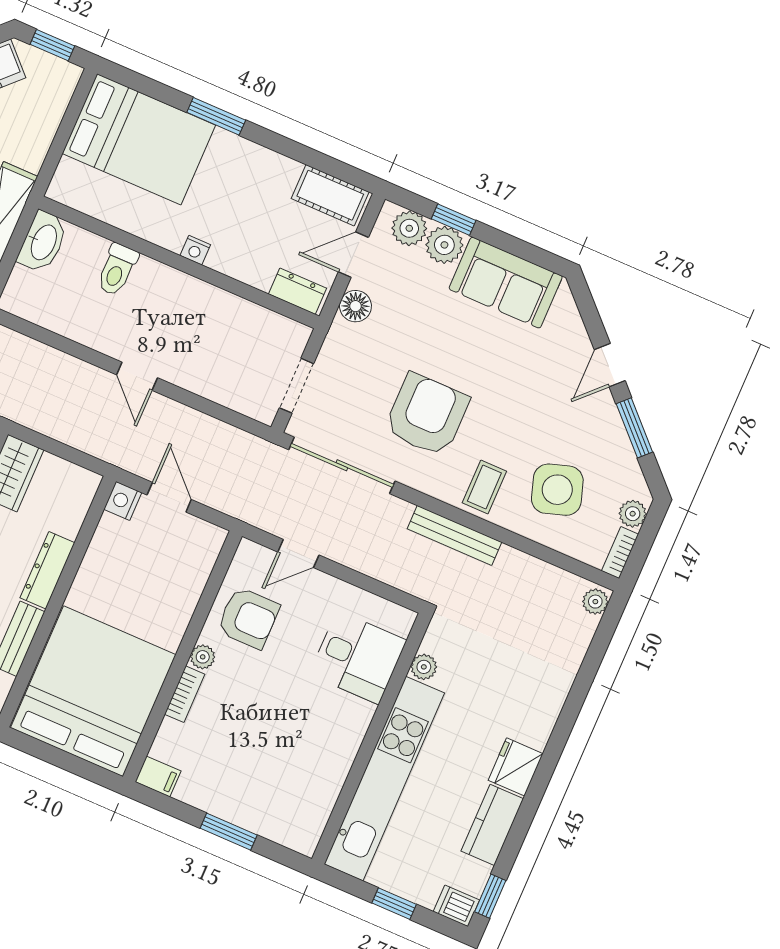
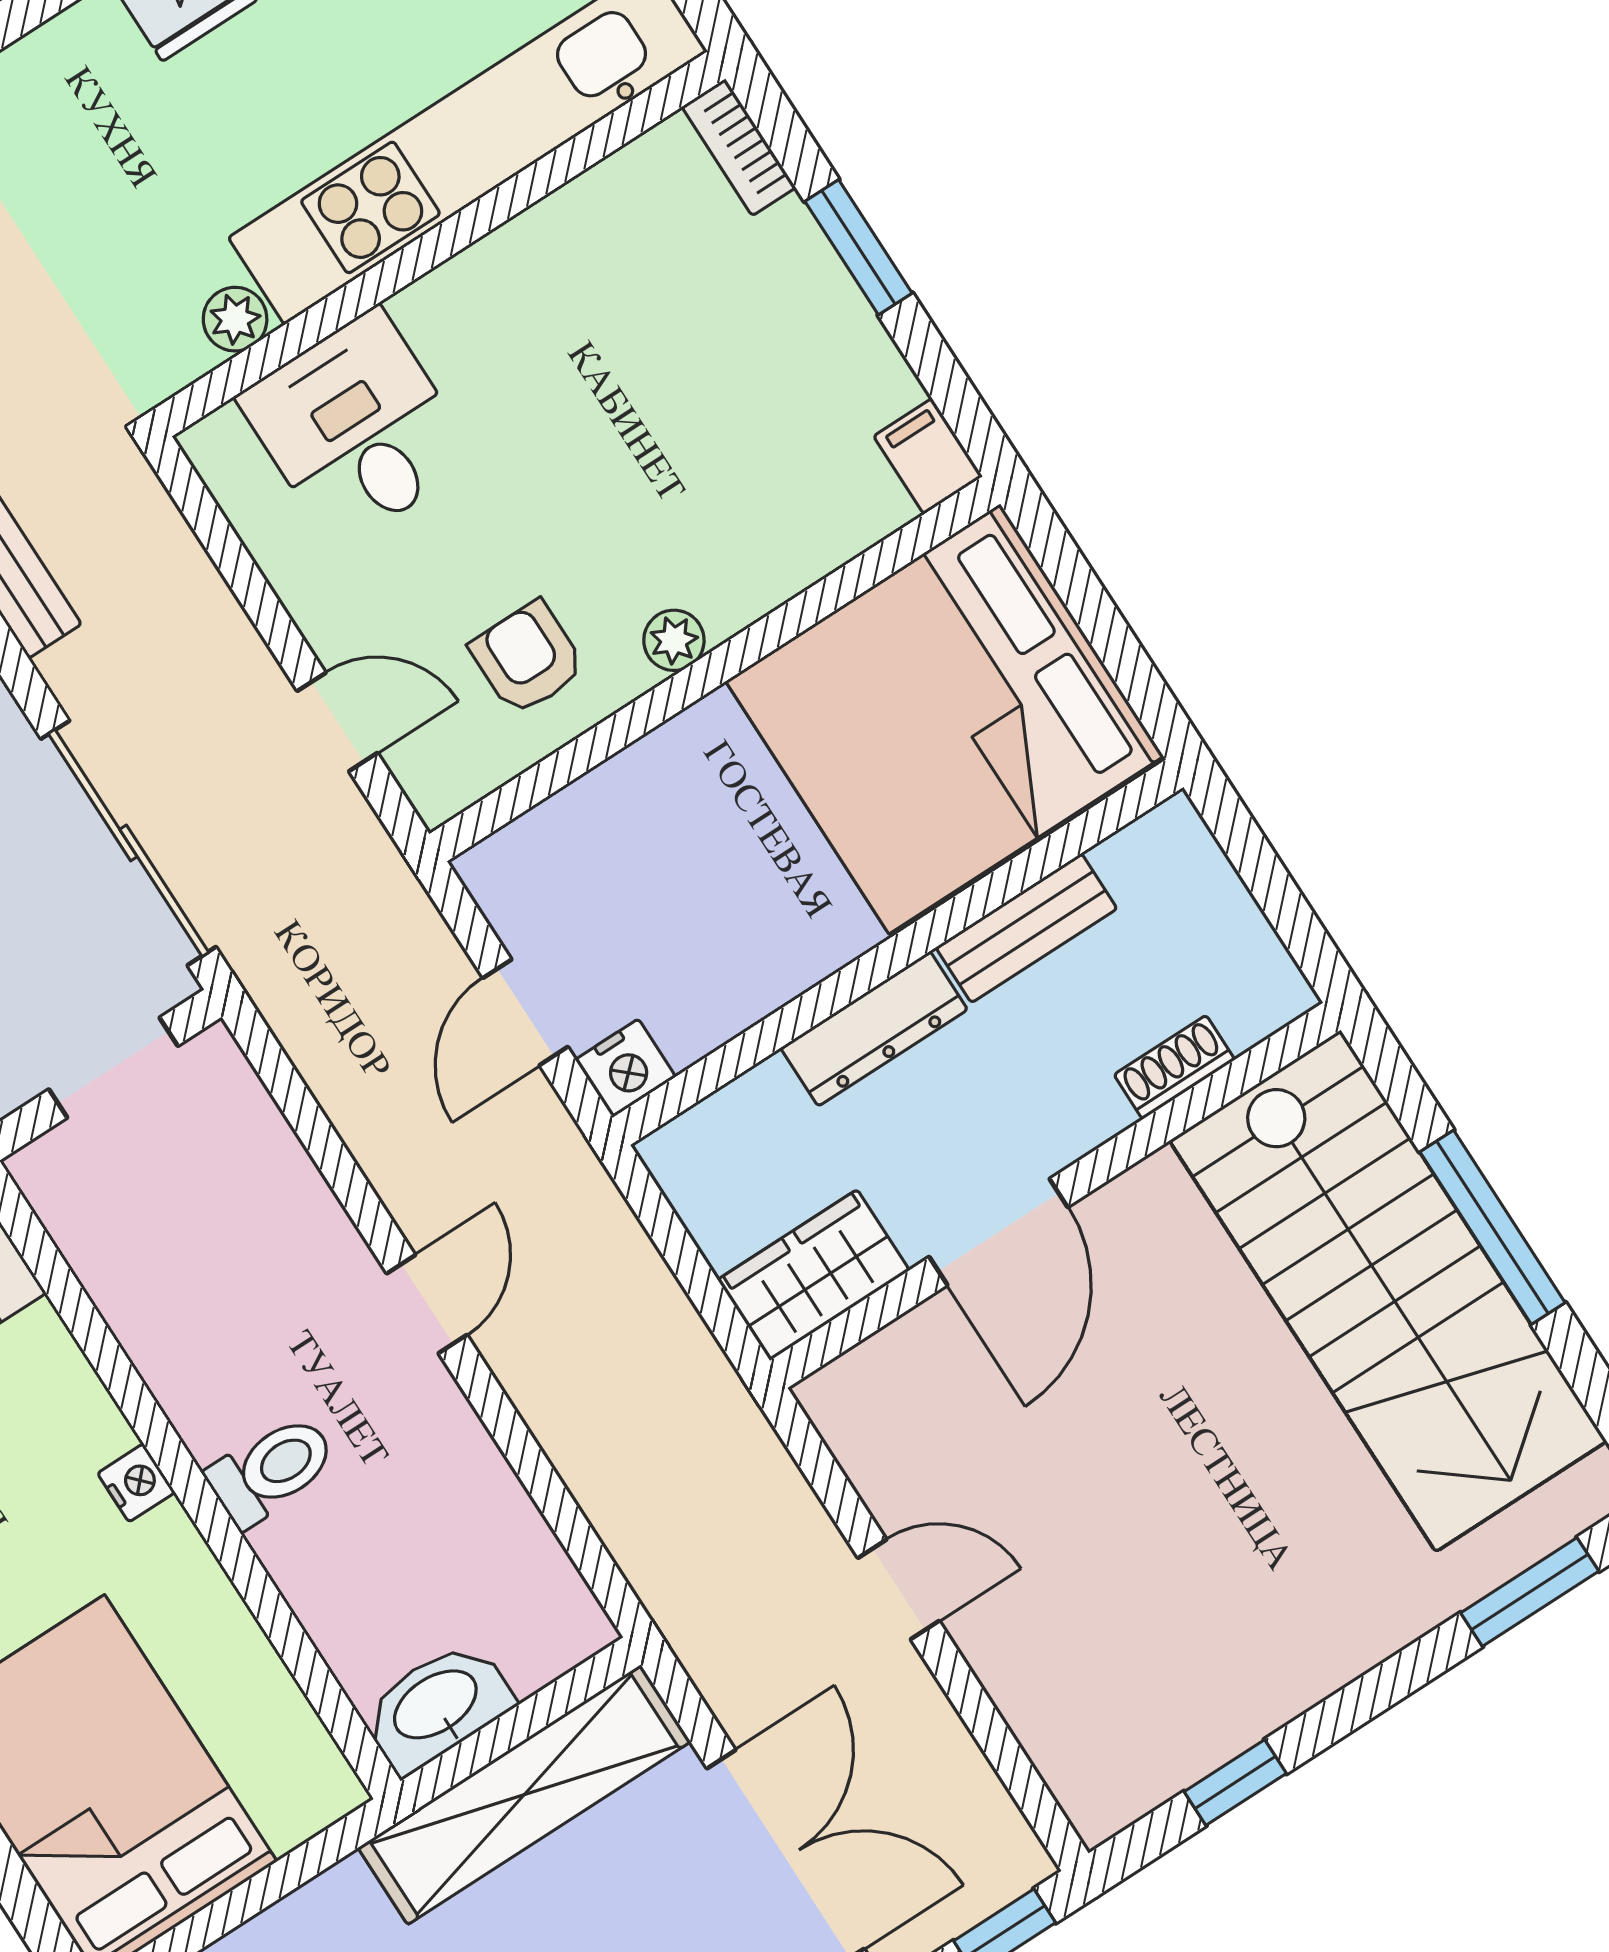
toilet: (117, 270) -> (272, 1470), moved
armchair: (248, 618) -> (528, 658), width x0.72, depth x0.72
bookcase: (185, 694) -> (739, 147), moved, turned -90

